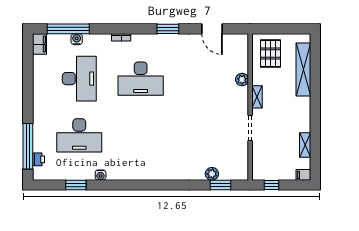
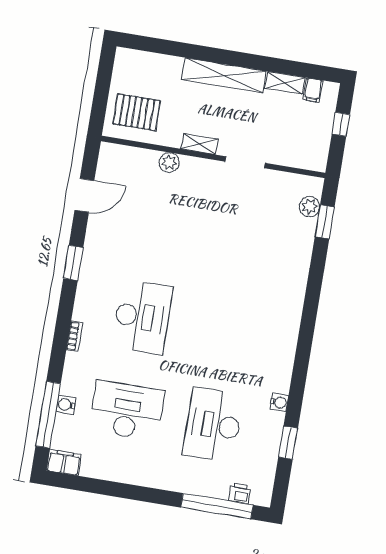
shelving: (303, 70) -> (224, 75), moved
desk: (79, 135) -> (213, 425), turned 180
plant: (212, 174) -> (310, 207), moved
filing cabinet: (303, 175) -> (313, 90), moved
window: (271, 185) -> (341, 124), moved

